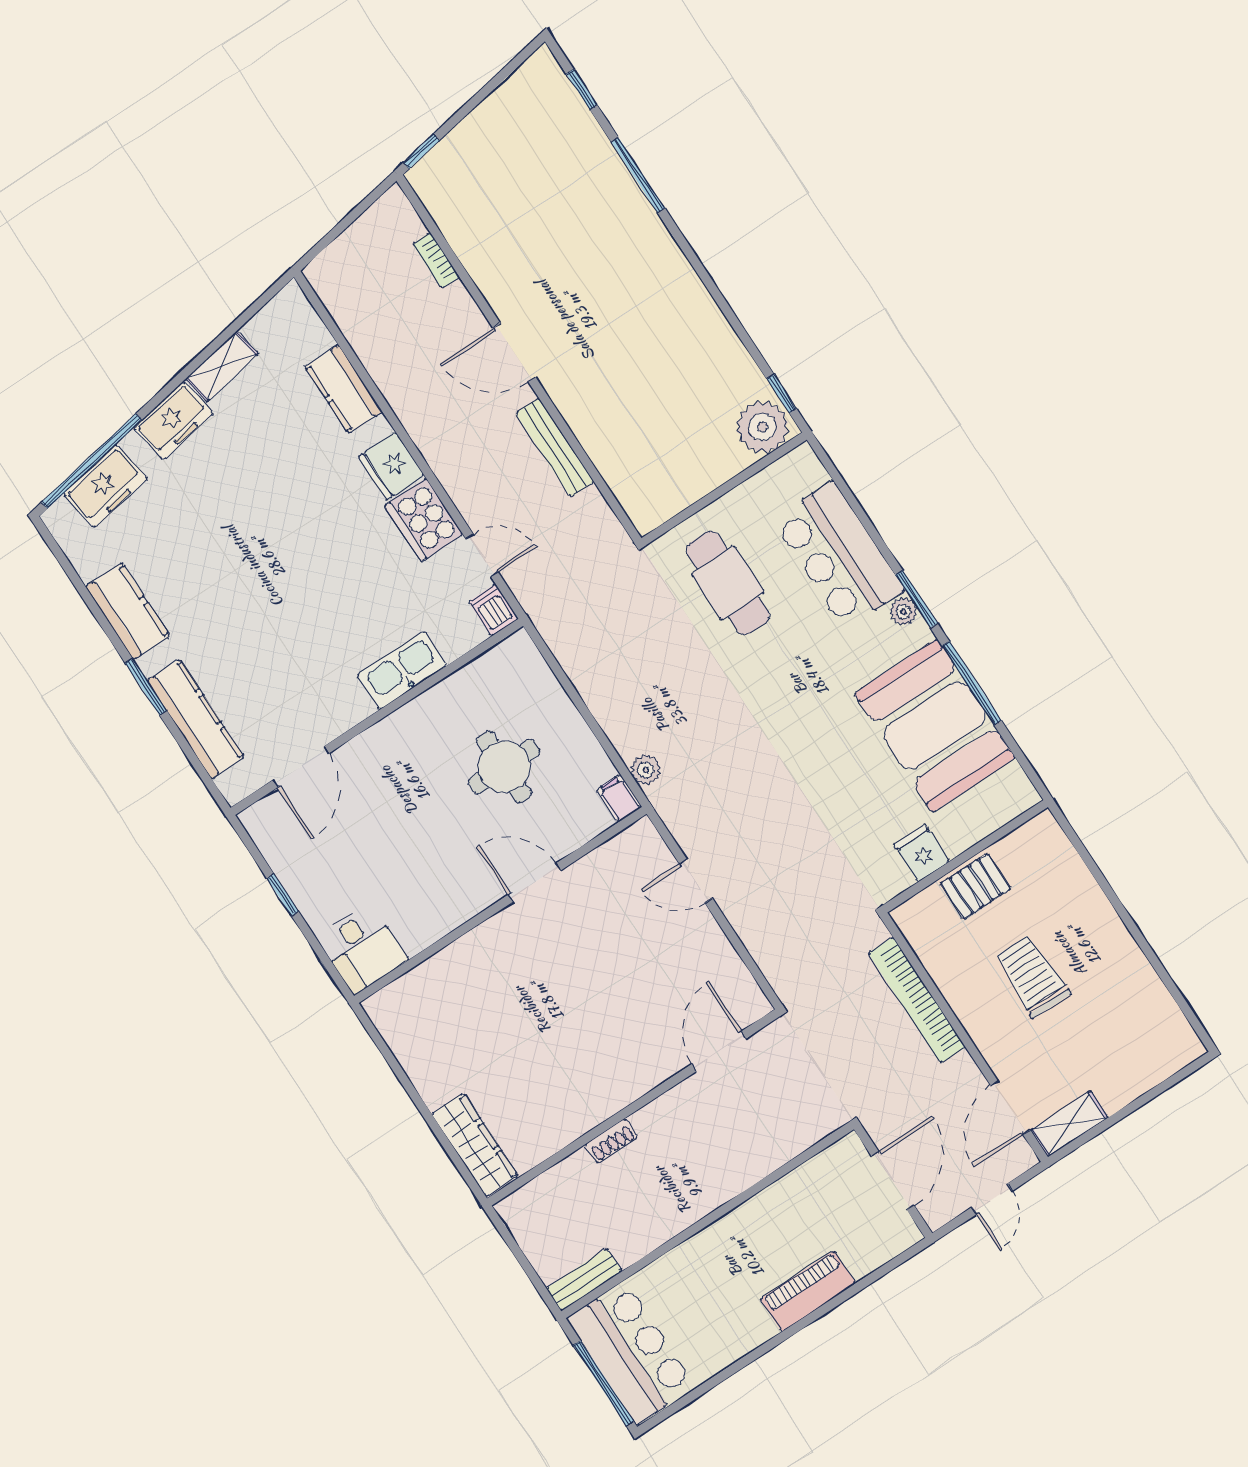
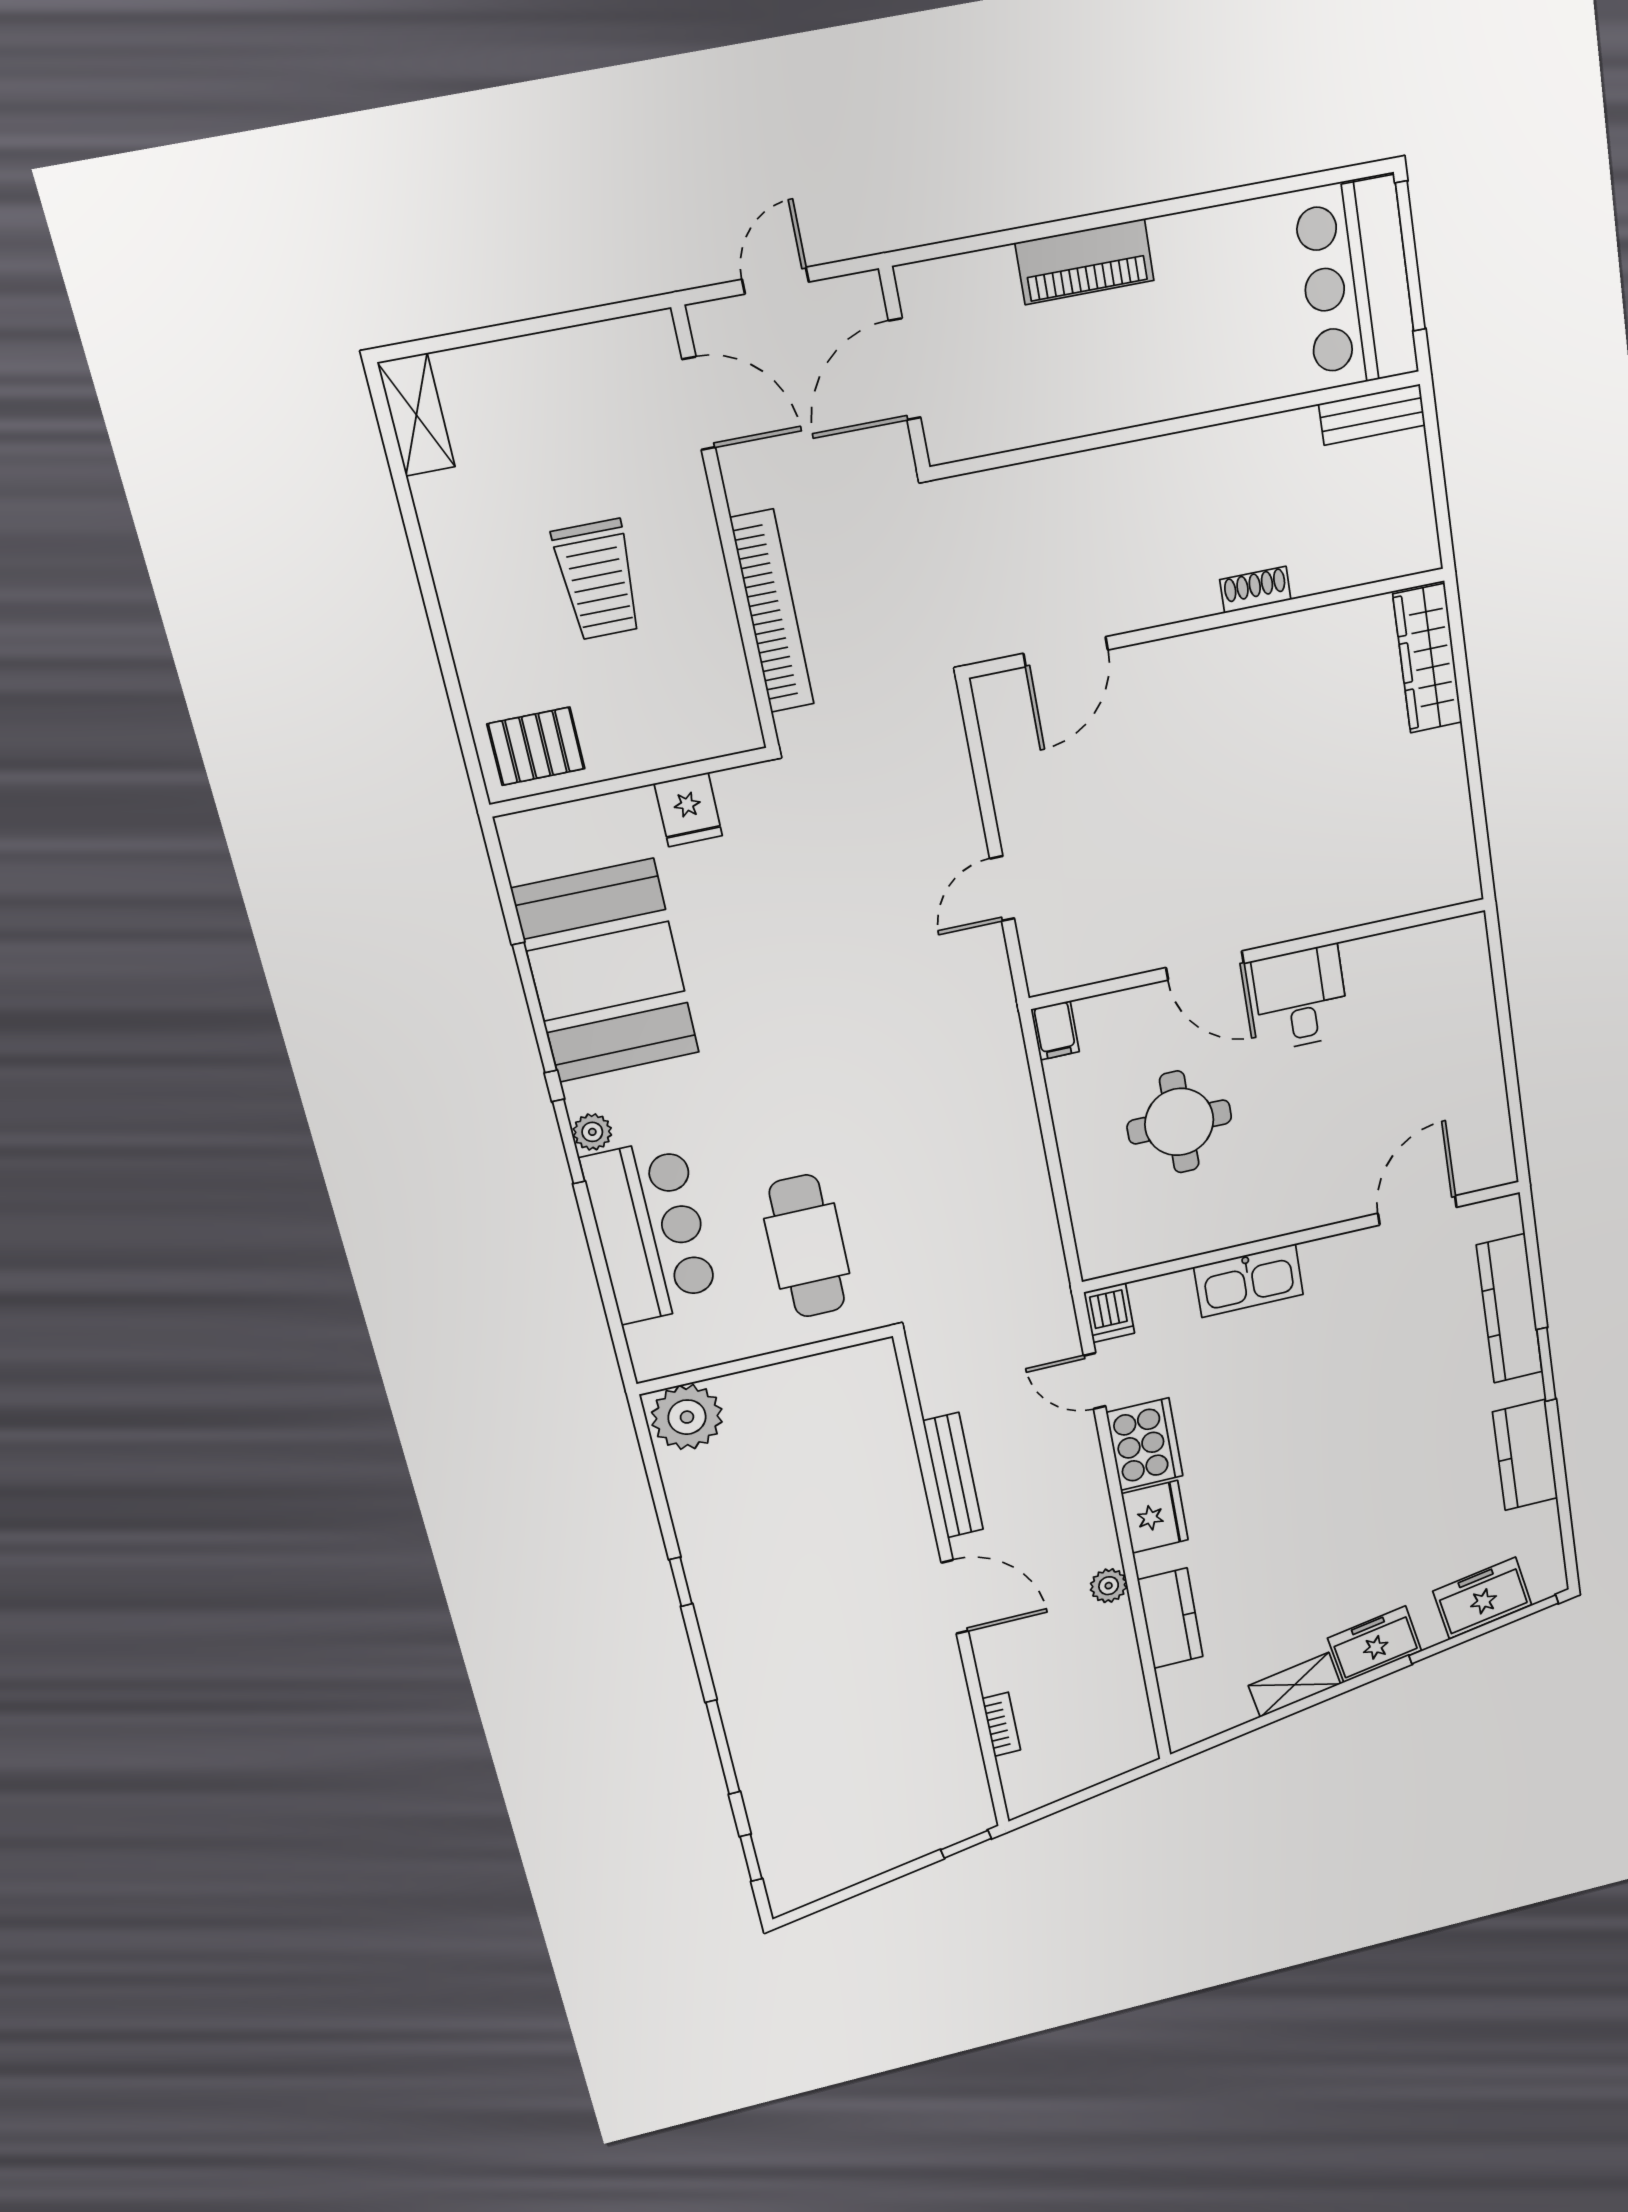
window: (782, 394) -> (681, 1582), moved
plant: (646, 770) -> (1109, 1586), moved
door: (696, 881) -> (1002, 889), swing flipped
pallet: (976, 886) -> (536, 746), moved
window: (283, 895) -> (1510, 1067), removed
desk: (362, 948) -> (1301, 998), moved
door: (1010, 1108) -> (699, 403), hinge flipped
shelving: (1069, 1124) -> (416, 415), moved, turned 90

